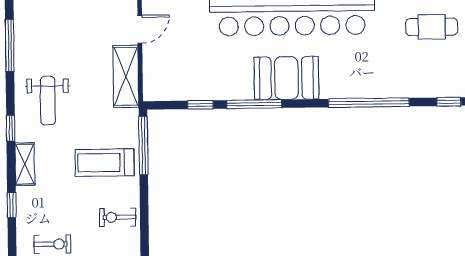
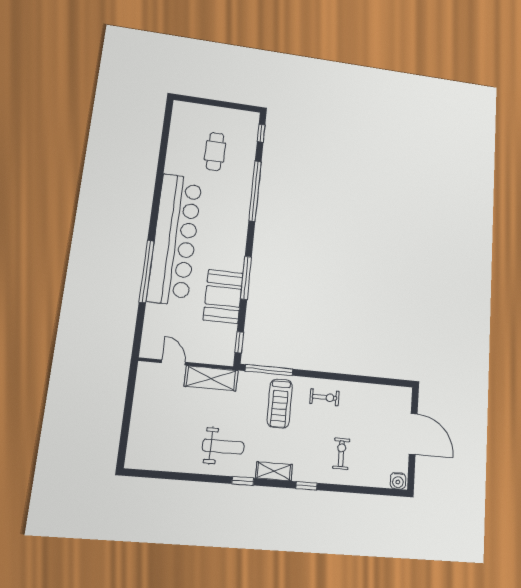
cafe table: (432, 27) -> (215, 151), moved
window: (10, 45) -> (172, 476), removed
booth: (286, 78) -> (223, 296), moved
window: (200, 105) -> (239, 342), moved
exercise bike: (118, 217) -> (324, 397), turned -90

